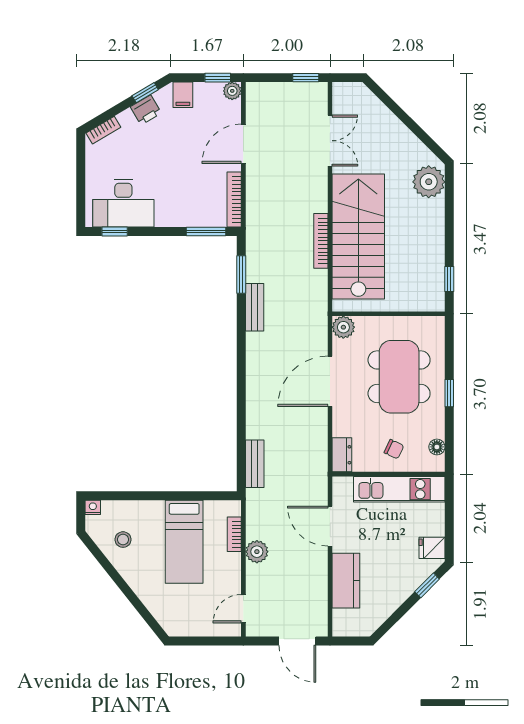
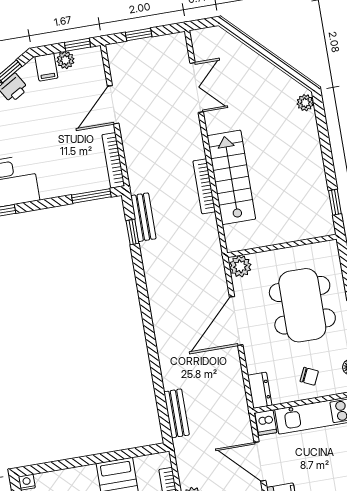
window: (306, 78) -> (139, 34), moved
plant: (232, 91) -> (66, 60), moved
plant: (429, 182) -> (305, 103), width x0.53, depth x0.53
stairs: (358, 236) -> (231, 177), width x0.73, depth x0.66
window: (241, 275) -> (132, 232), width x0.67
bench: (255, 307) -> (143, 217), moved
dishwasher: (343, 488) -> (266, 423), added

